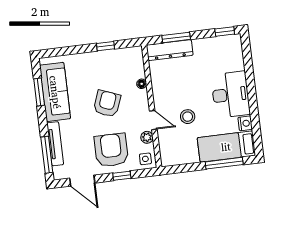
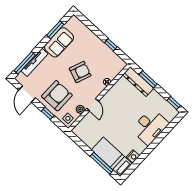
sofa: (55, 92) -> (59, 42), width x0.73
desk: (231, 95) -> (150, 127), moved
stool: (188, 117) -> (110, 122), removed

